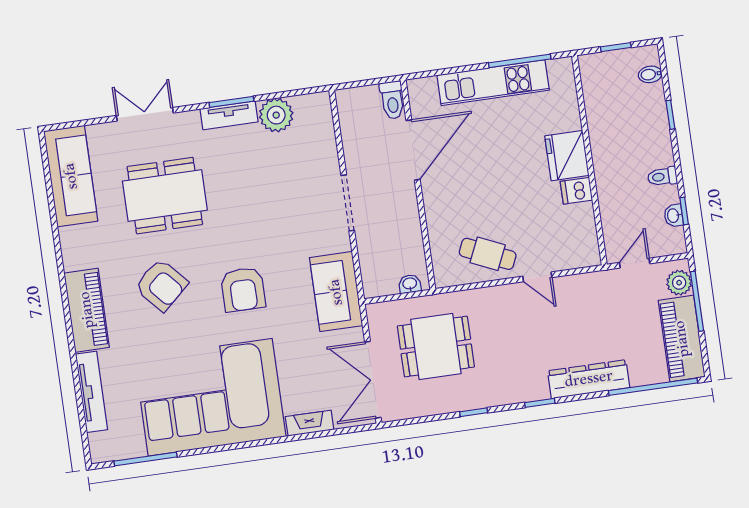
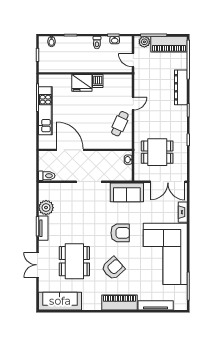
toilet: (392, 100) -> (47, 176), moved
dining table: (436, 347) -> (157, 152), turned 90

